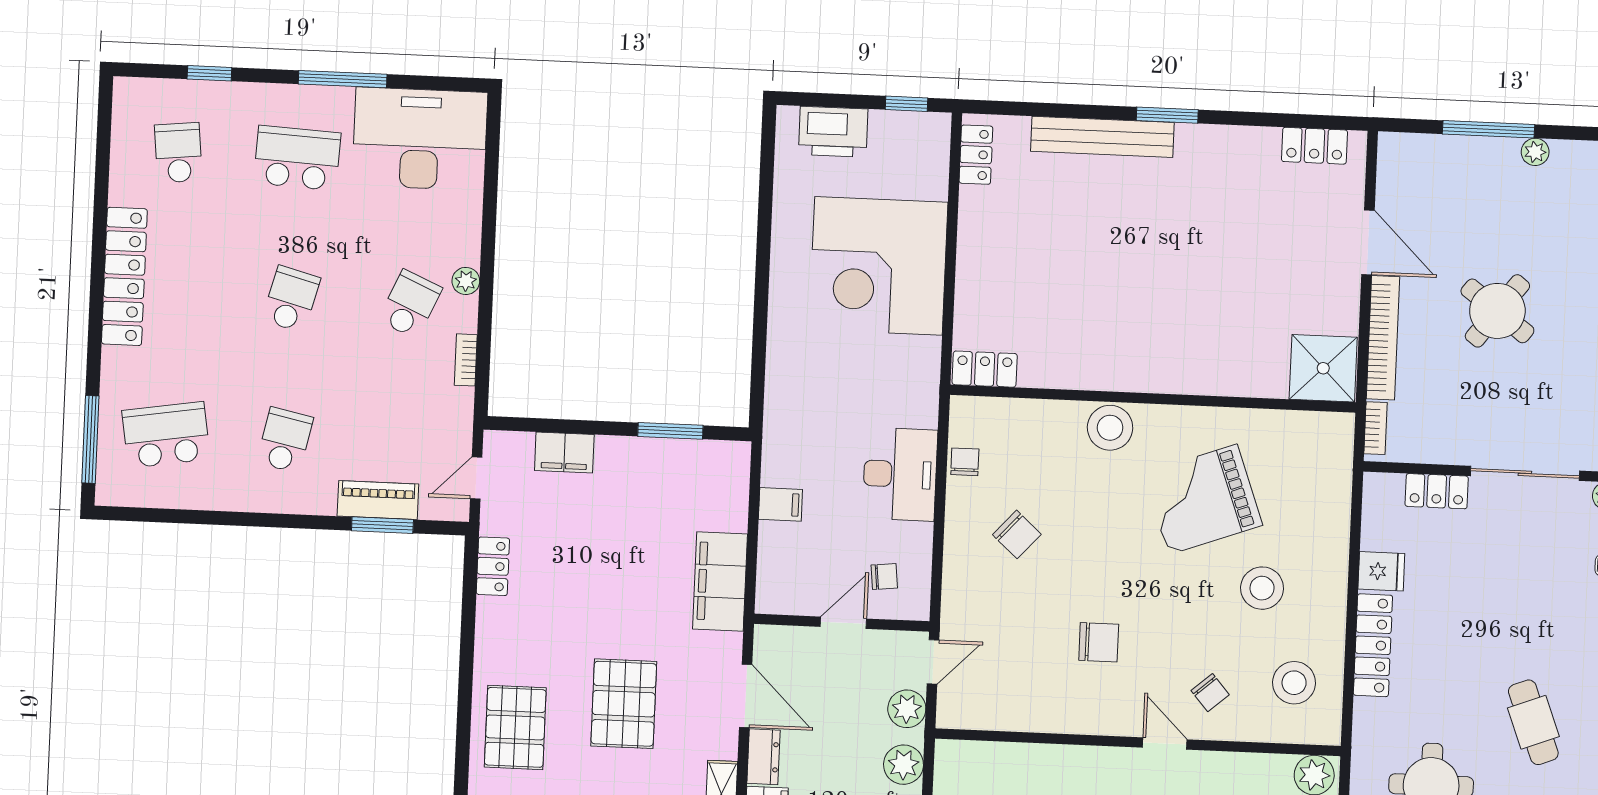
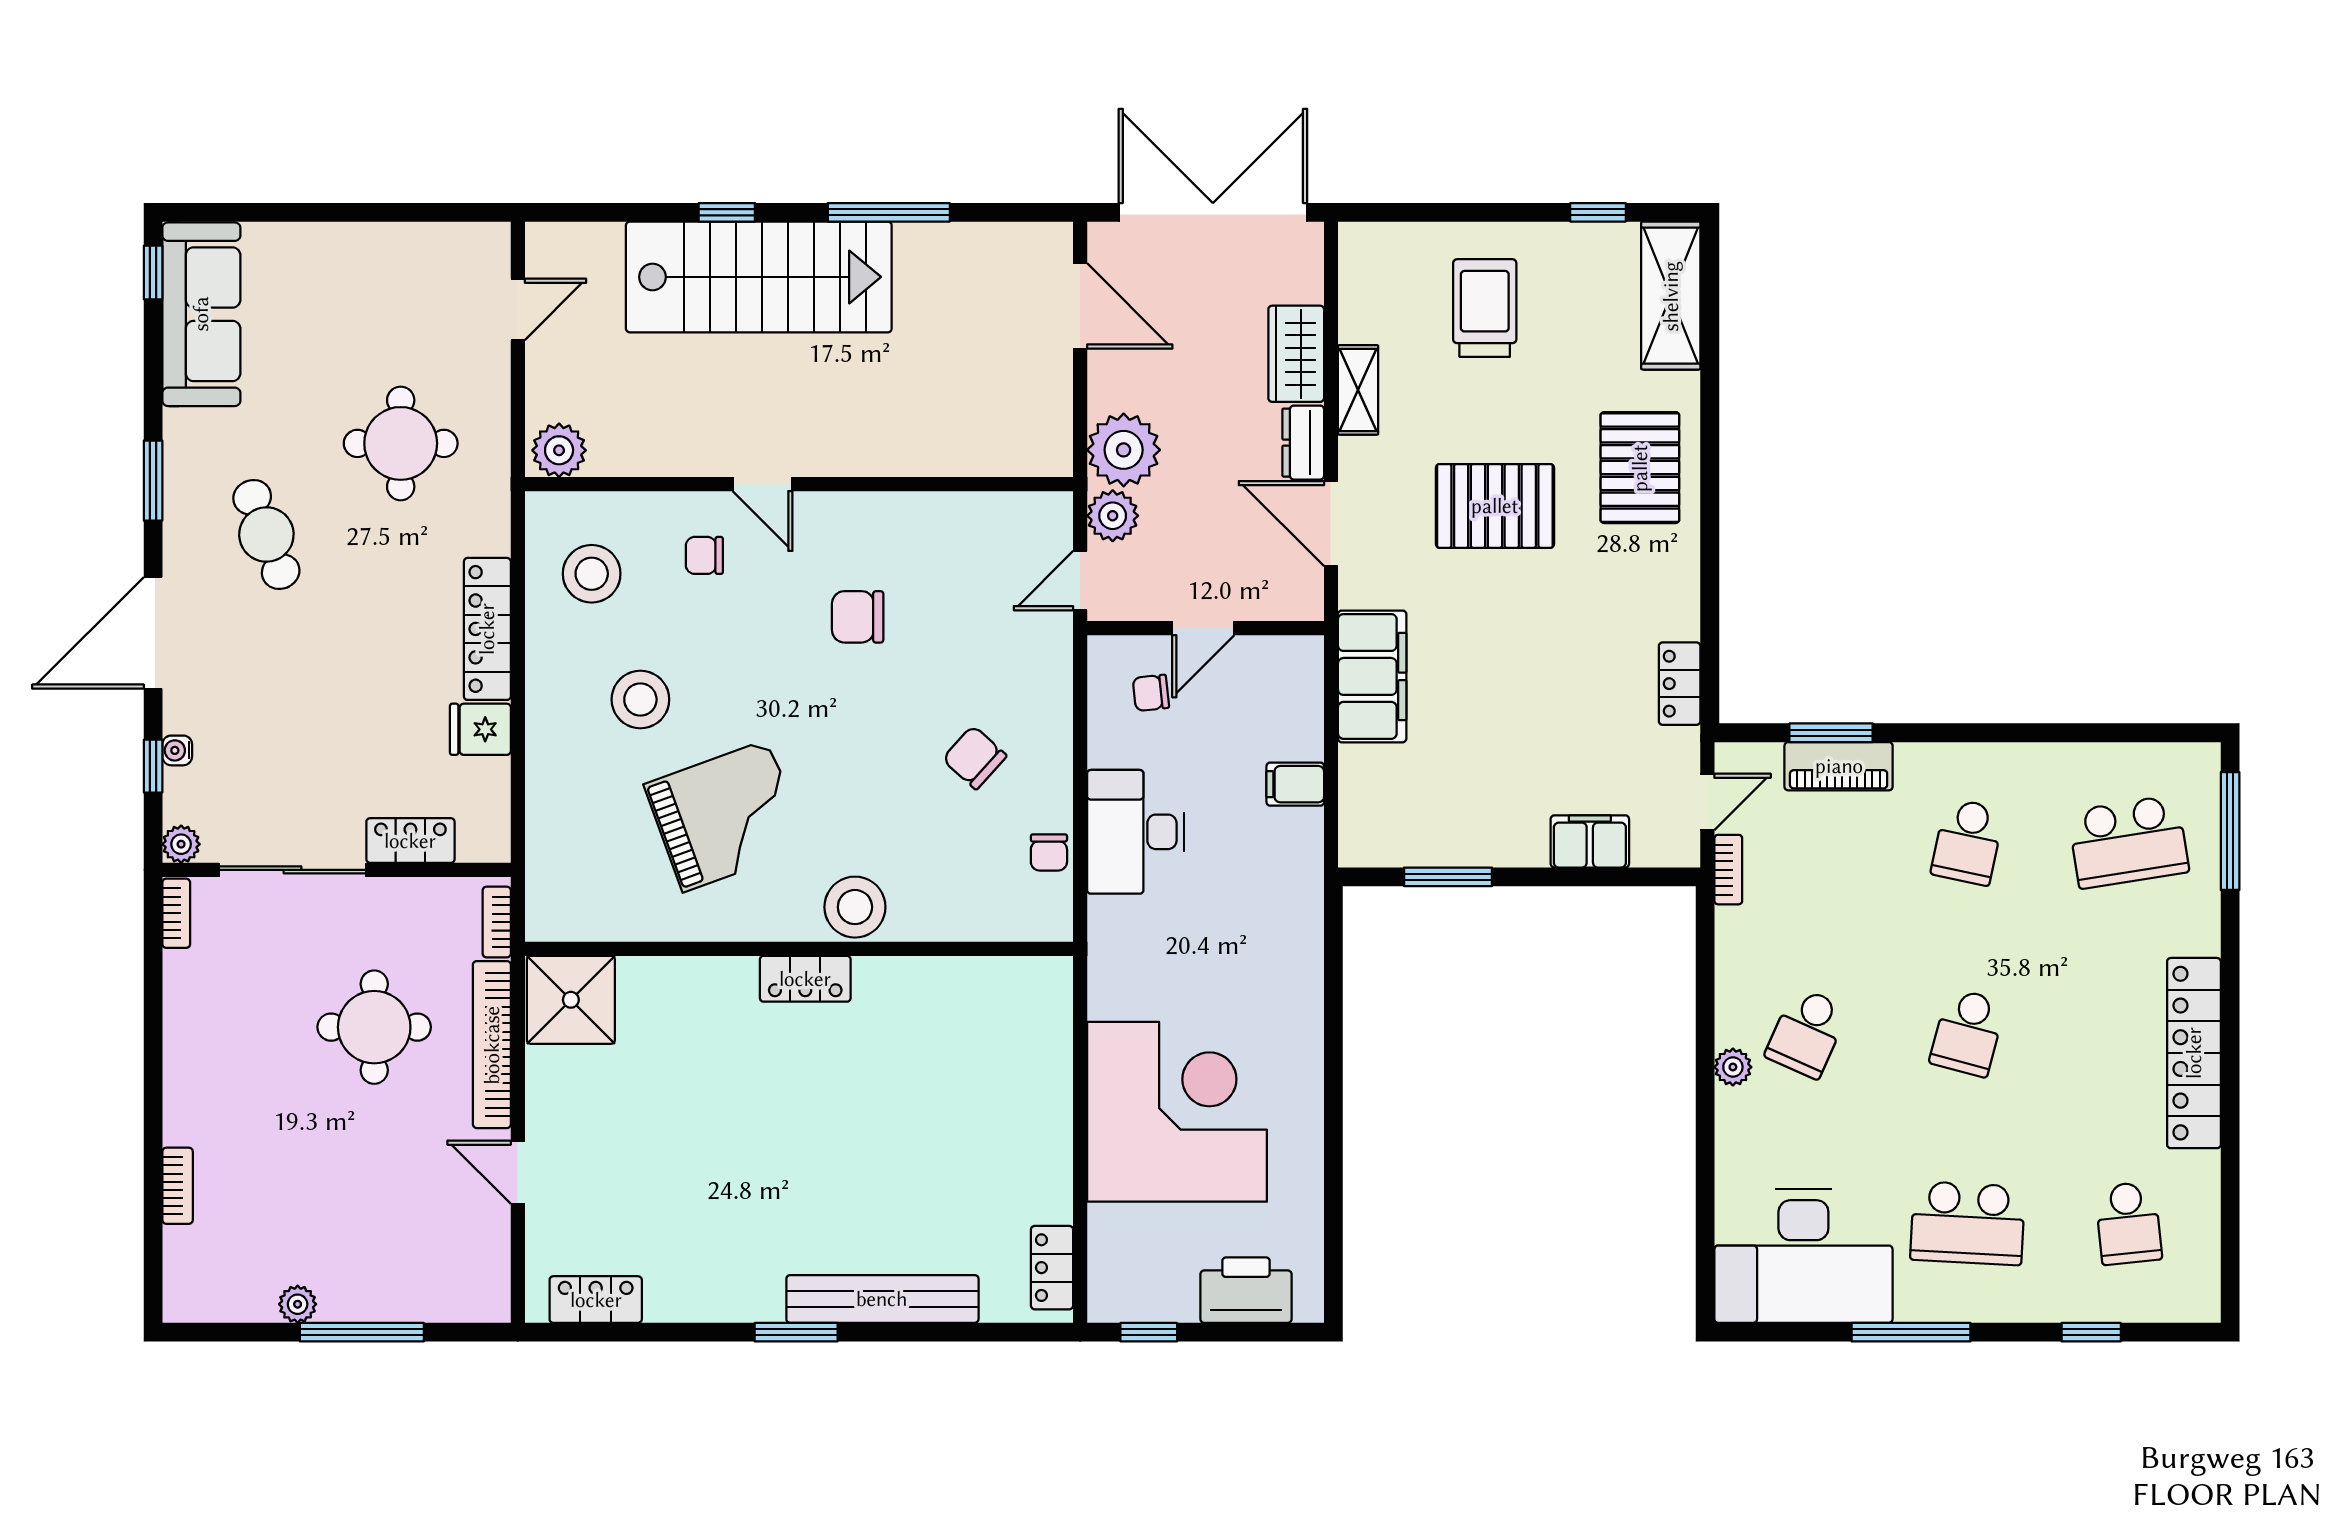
door: (1368, 242) -> (518, 1172), width x0.73
round table: (1497, 311) -> (374, 1027), moved, turned -37
bookcase: (466, 360) -> (1728, 870), moved
locker: (985, 369) -> (805, 979), moved
chair: (1210, 693) -> (704, 555), turned -49
pallet: (624, 704) -> (1495, 506), turned 90
plant: (903, 765) -> (1124, 450), width x1.36, depth x1.36

